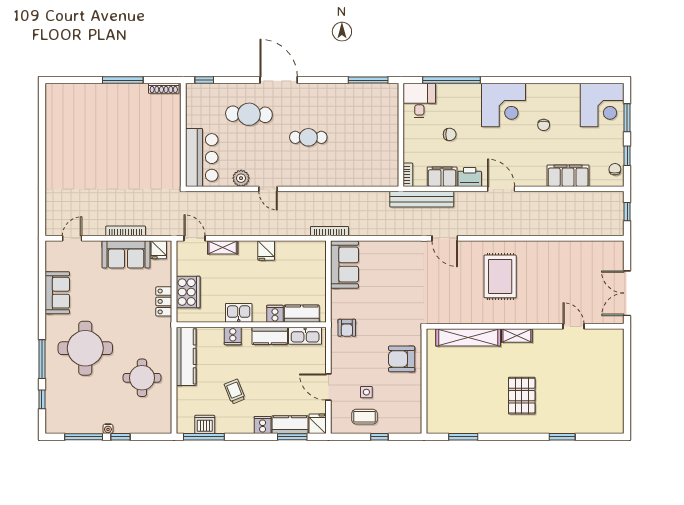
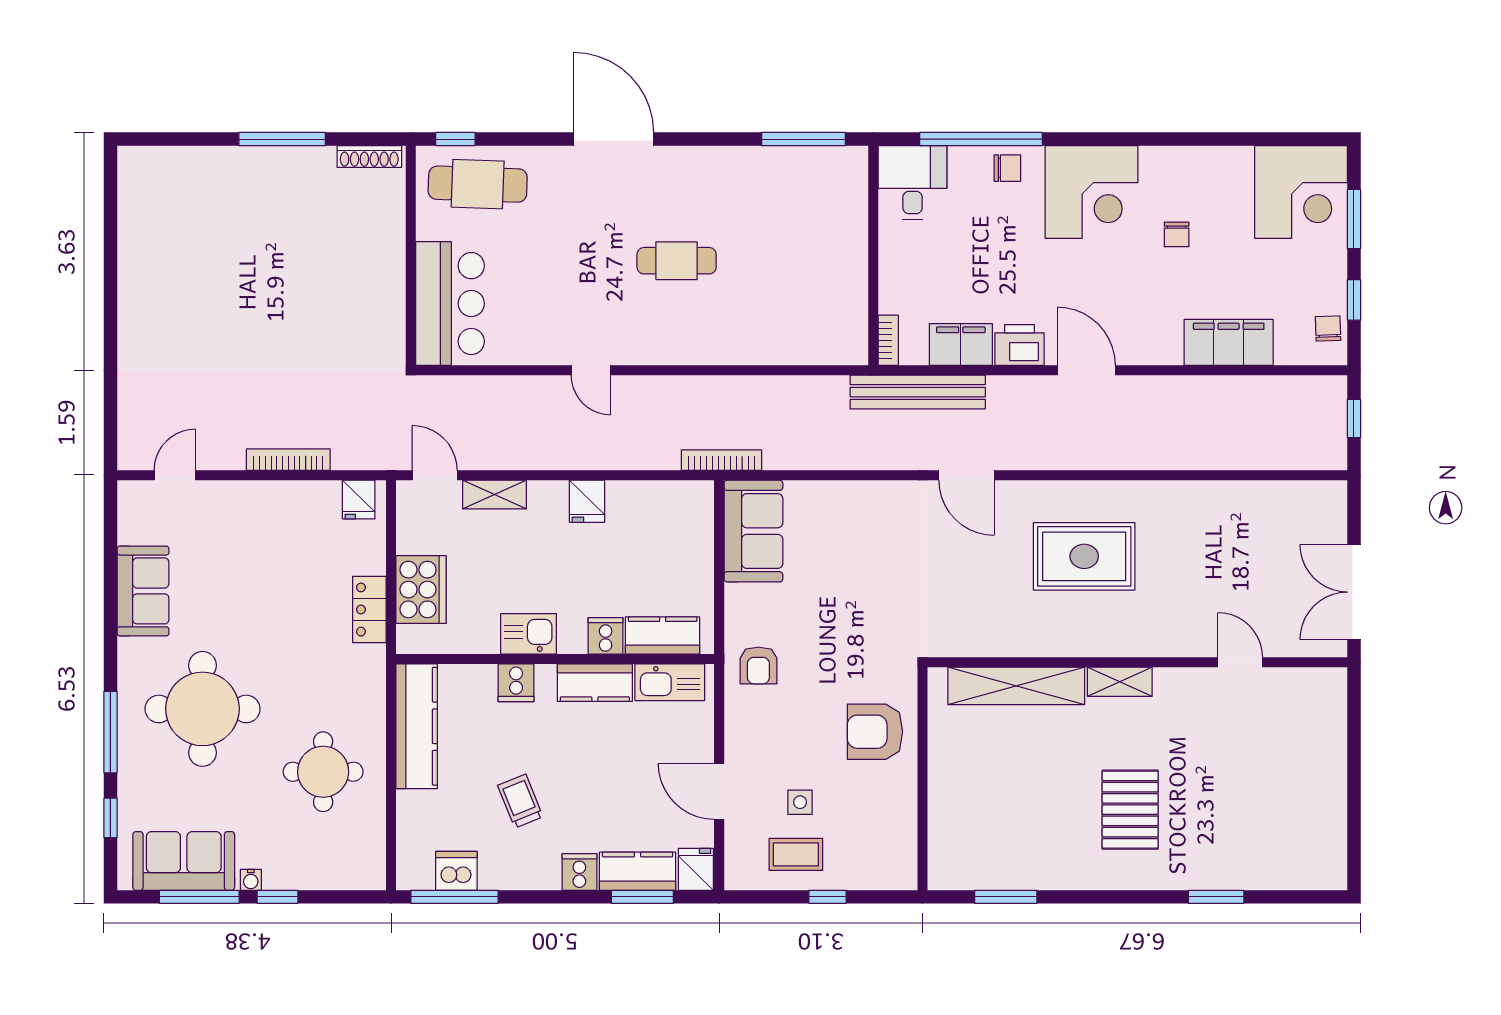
cafe table: (249, 114) -> (478, 184), moved
chair: (450, 134) -> (1007, 168), moved
plant: (241, 178) -> (534, 348), removed
sofa: (126, 254) -> (184, 861), moved, turned 180
rug: (500, 276) -> (1084, 556), turned 90

